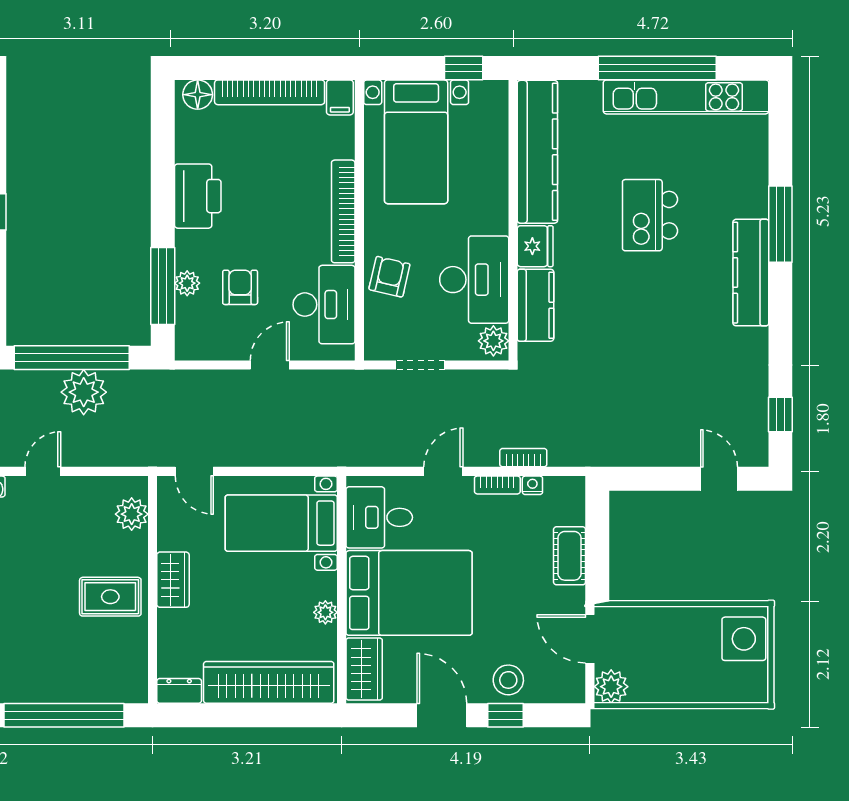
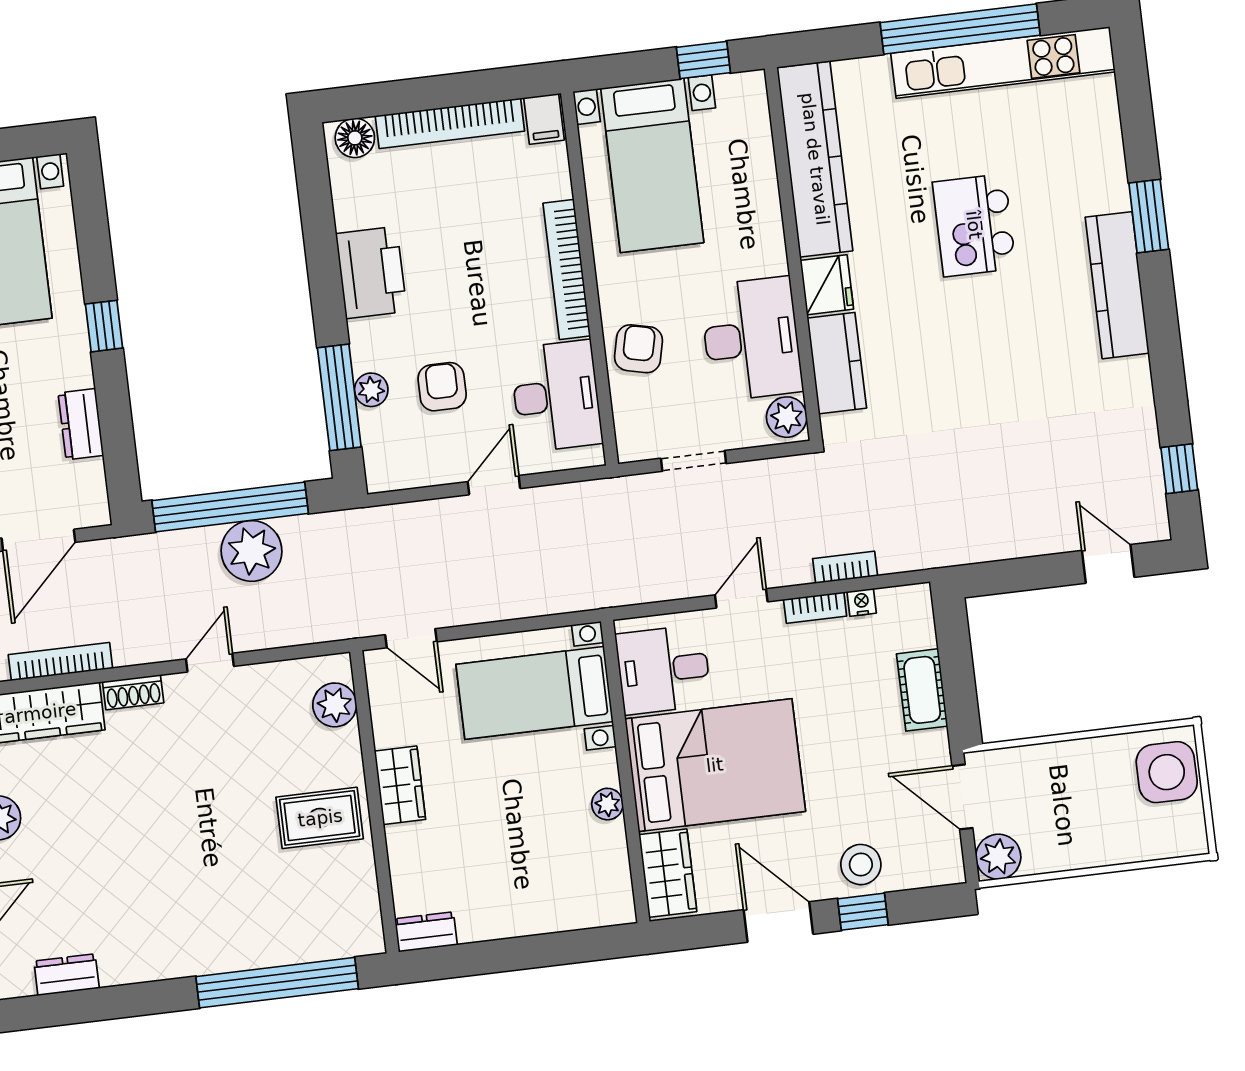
window: (780, 224) -> (1149, 216), width x0.69
wardrobe: (269, 682) -> (543, 906), removed

